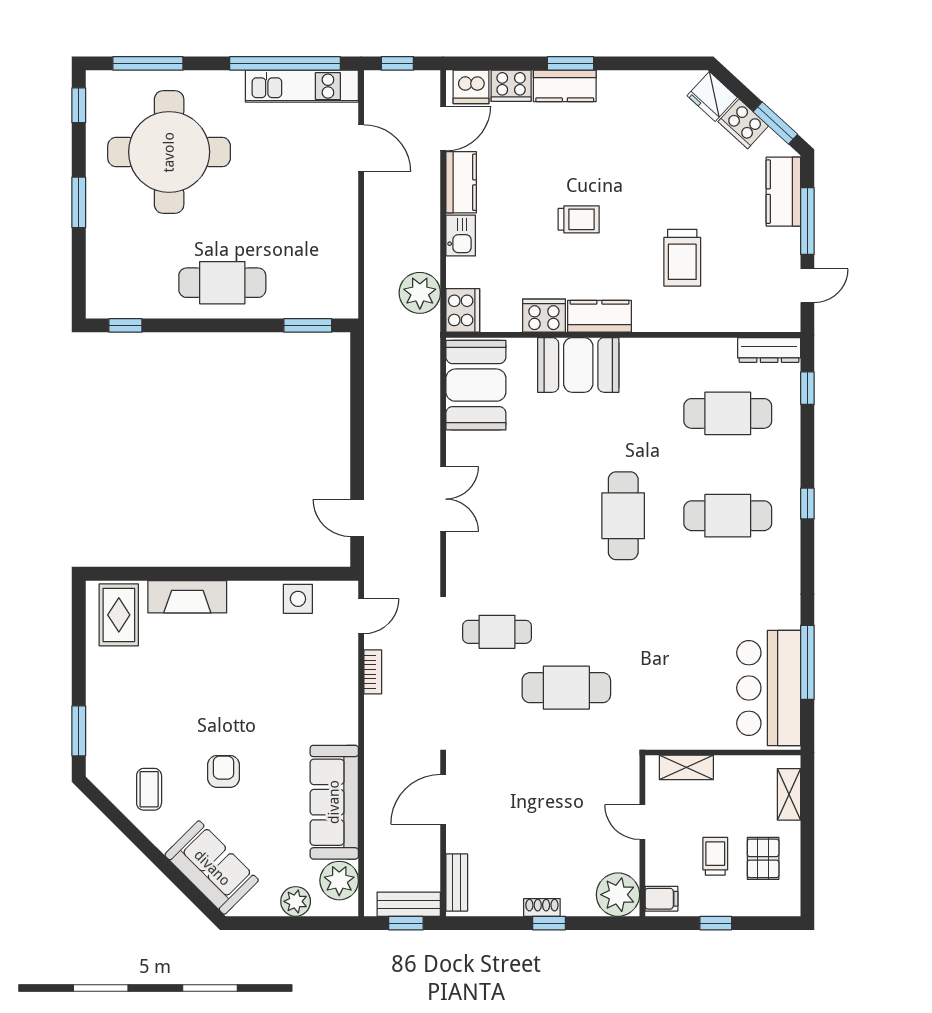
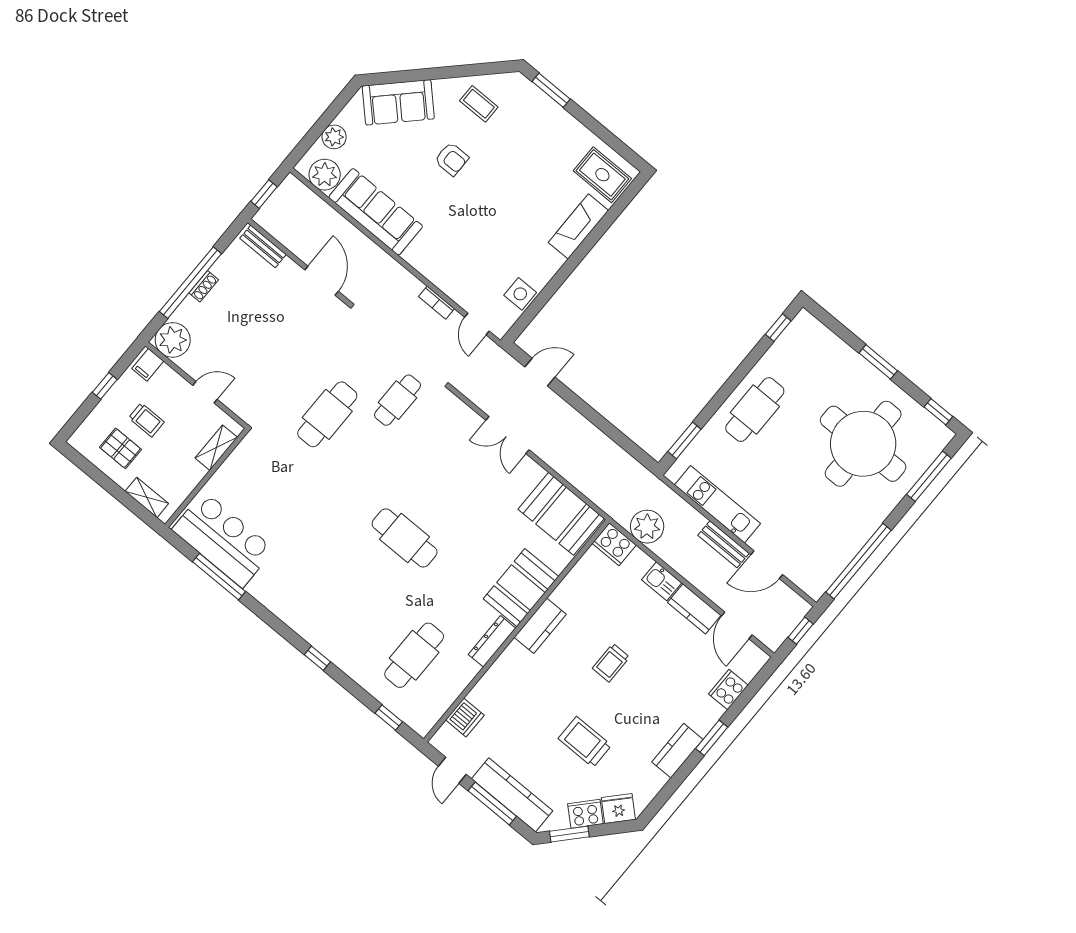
kitchen unit: (302, 86) -> (718, 504), moved, turned 90
kitchen counter: (565, 86) -> (677, 751), moved
dishwasher: (471, 87) -> (465, 717), moved, turned 180
kitchen counter: (783, 192) -> (512, 795), width x1.50
trolley: (682, 258) -> (585, 742), moved
cooker: (544, 316) -> (569, 592), removed
dresser: (769, 350) -> (492, 641), moved
cafe table: (728, 516) -> (351, 603), removed
bench: (409, 904) -> (723, 544), moved, turned 90
window: (549, 923) -> (190, 283), width x3.17

